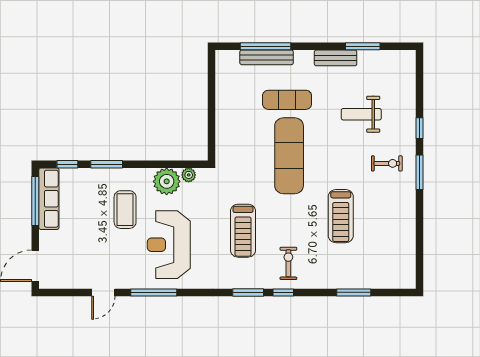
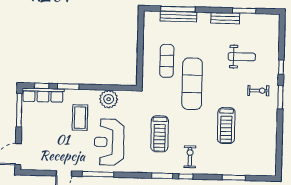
exercise mat: (287, 100) -> (167, 61), moved, turned 90
weight bench: (361, 114) -> (242, 57), turned 180
plant: (189, 175) -> (124, 95), removed
row of seats: (49, 199) -> (43, 95), moved, turned 90

